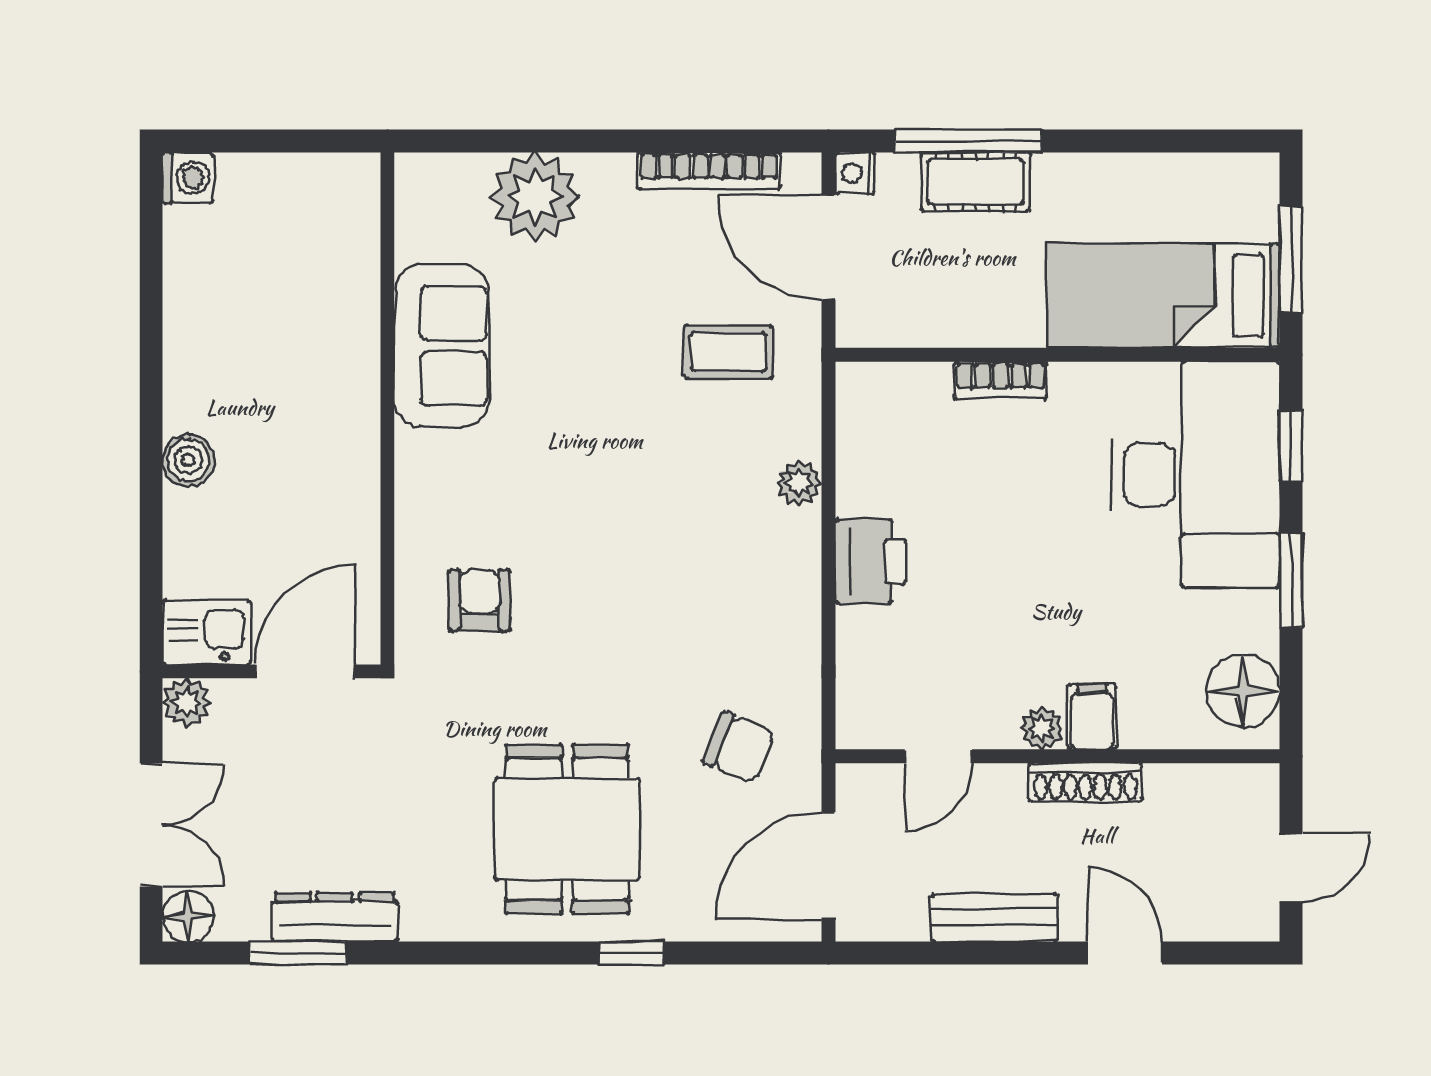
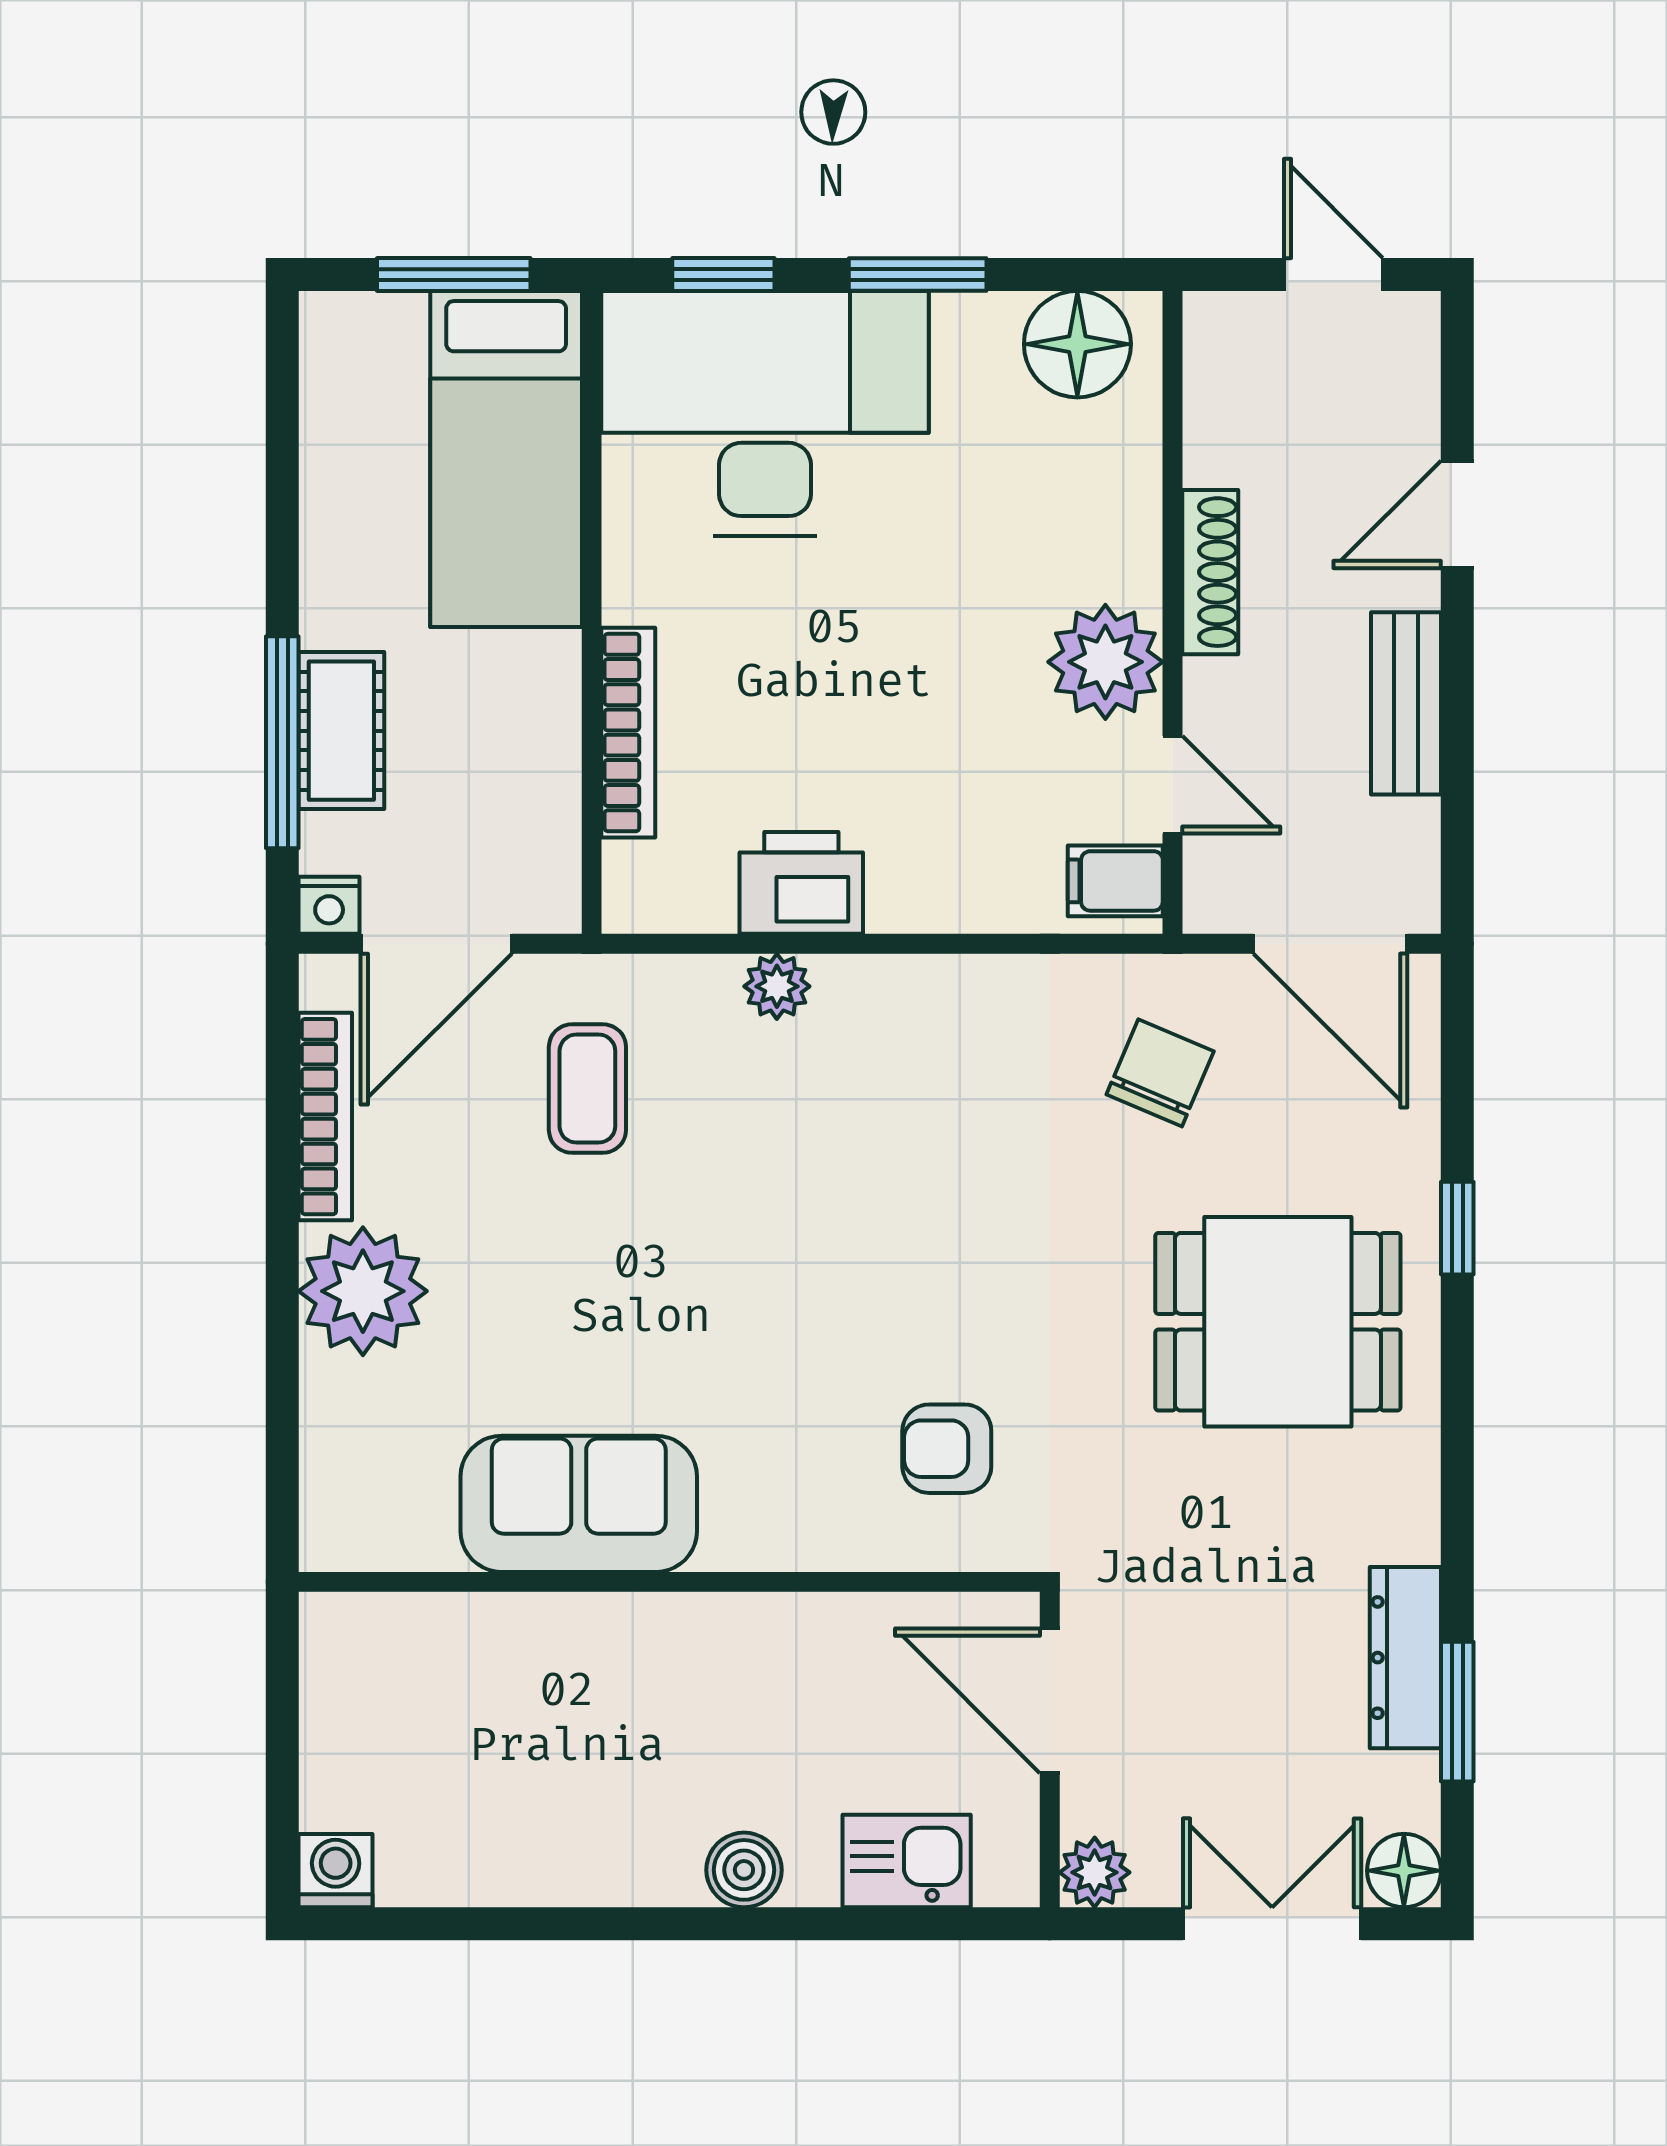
plant: (535, 197) -> (363, 1291), moved
bookcase: (1001, 380) -> (628, 733), width x1.56
printer: (870, 561) -> (801, 883), moved
kitchen sink: (207, 633) -> (907, 1861), moved, turned 90
filing cabinet: (1092, 717) -> (1115, 881), moved
plant: (1042, 728) -> (1105, 662), width x1.88, depth x1.88

